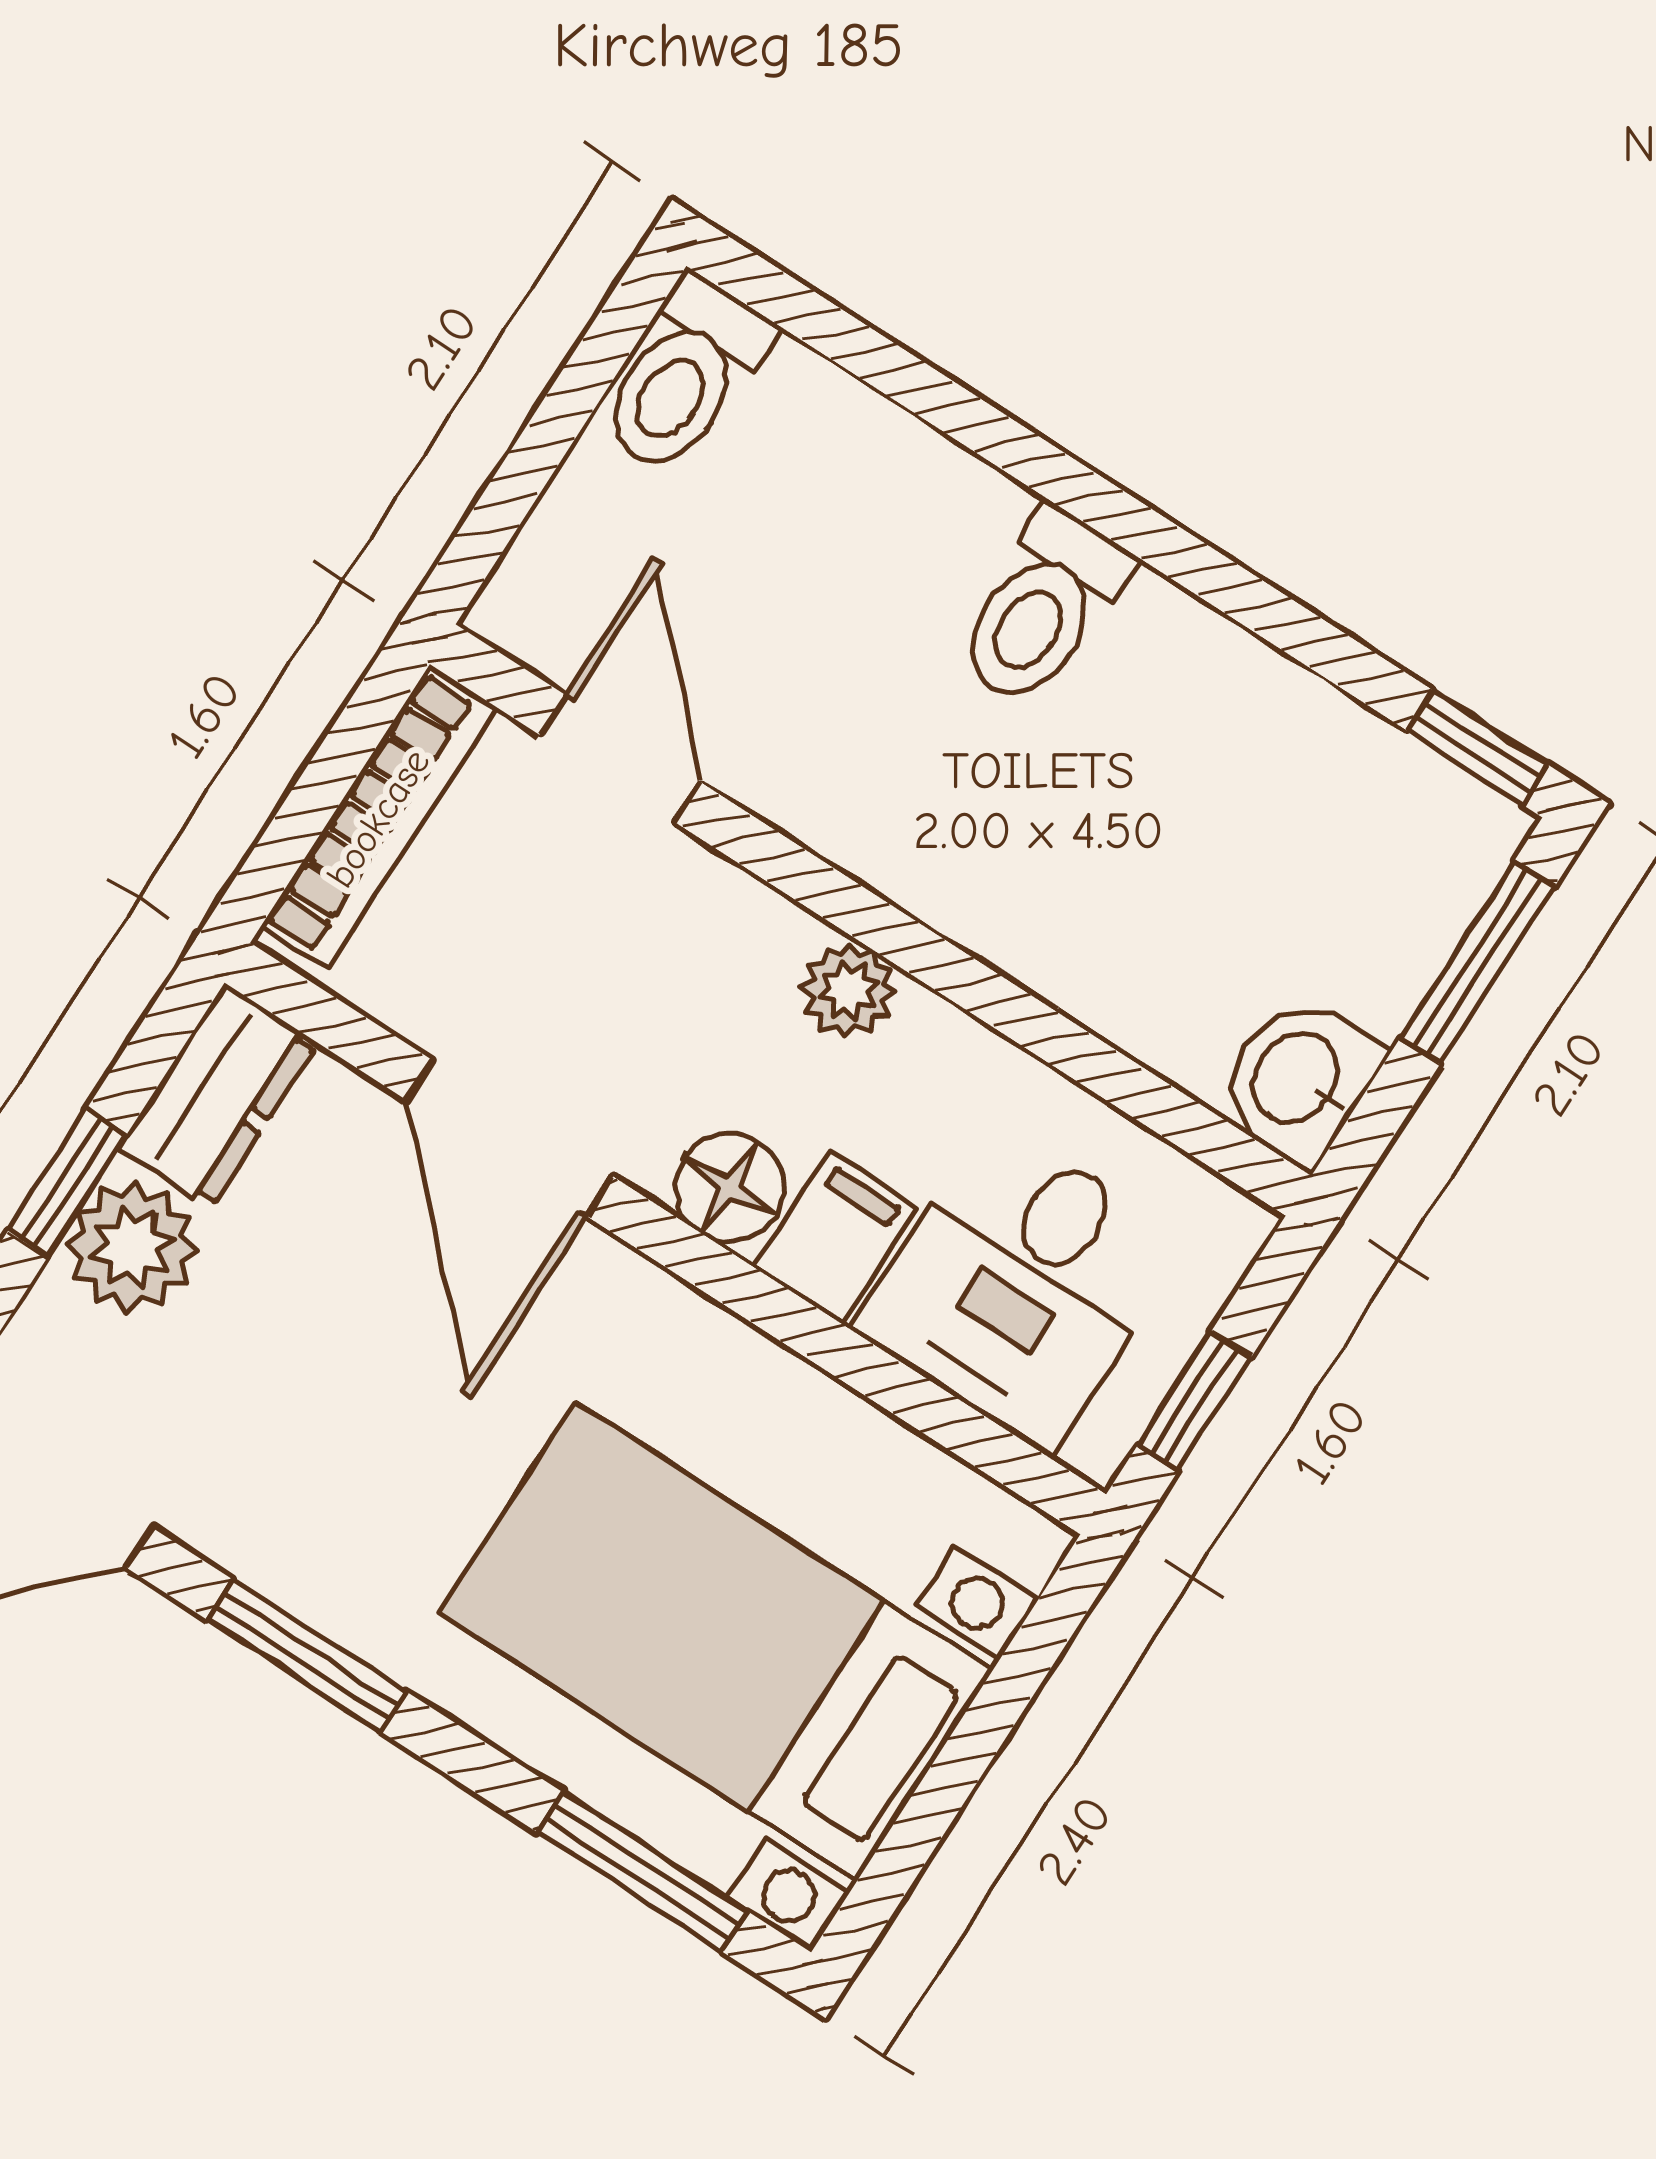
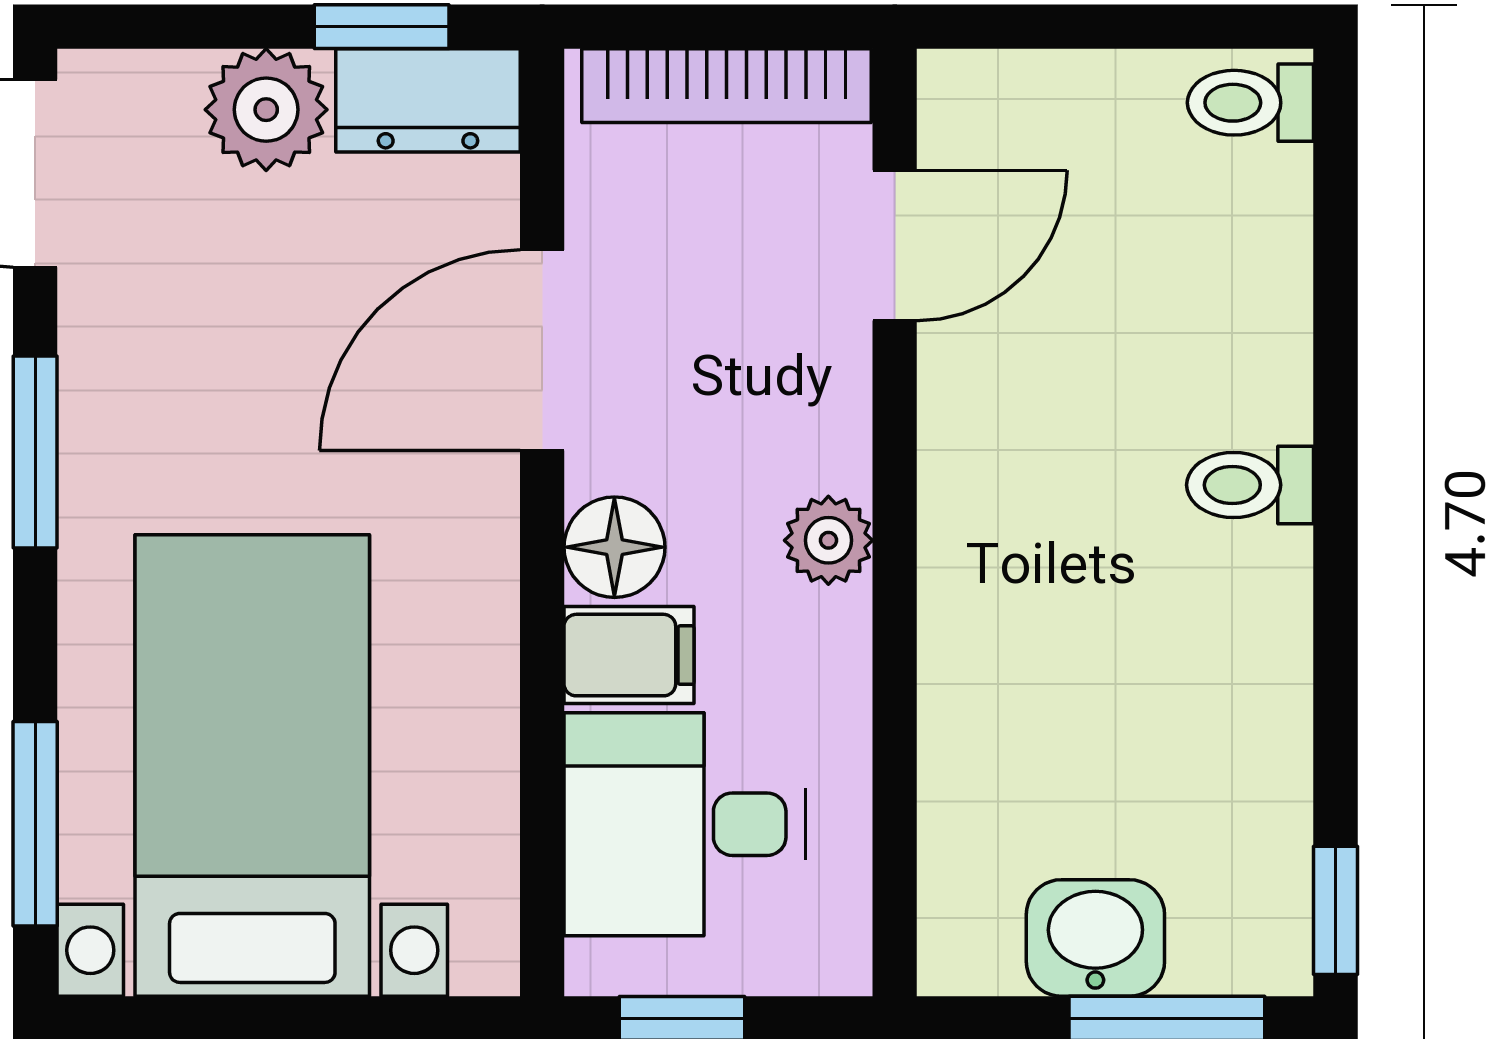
toilet: (684, 376) -> (1250, 103), width x0.73, depth x0.72
toilet: (1042, 608) -> (1250, 485), width x0.73, depth x0.72
washbasin: (1299, 1080) -> (1095, 938), moved
window: (67, 1183) -> (382, 27), moved

